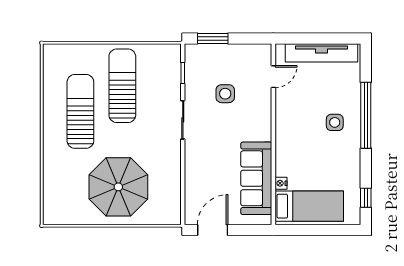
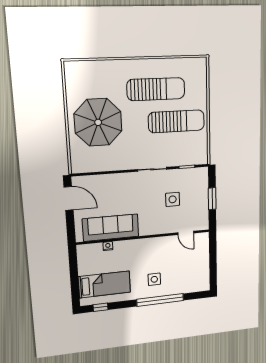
window: (213, 38) -> (212, 199), moved
tv unit: (322, 53) -> (203, 265), removed
bed: (309, 206) -> (104, 284), moved, turned -90

